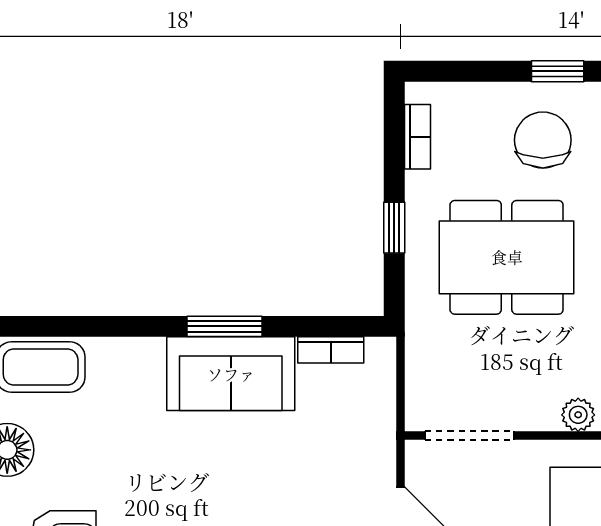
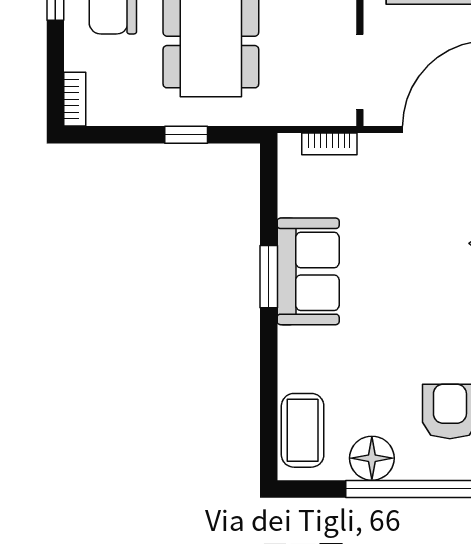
bookcase: (417, 137) -> (75, 99), moved, turned 90
bookcase: (331, 350) -> (329, 144), moved, turned 90

